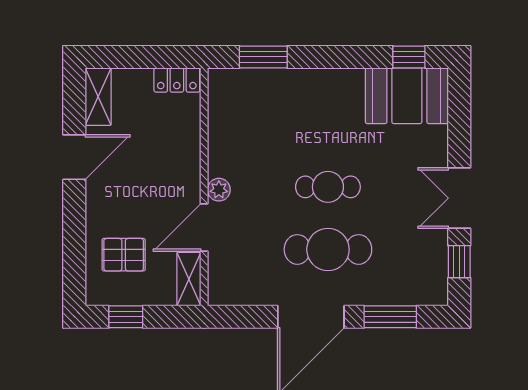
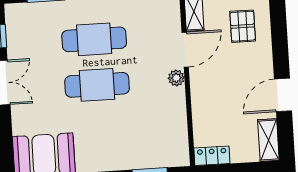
cafe table: (328, 187) -> (97, 85), width x1.37, depth x1.35
pallet: (124, 255) -> (243, 26), turned 90

